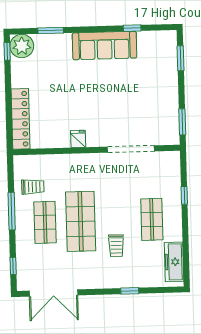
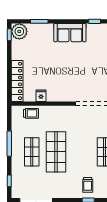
sofa: (105, 45) -> (70, 33), width x0.73
fridge: (78, 139) -> (41, 96), moved
trolley: (33, 187) -> (31, 113), moved
trolley: (116, 246) -> (88, 185), moved

